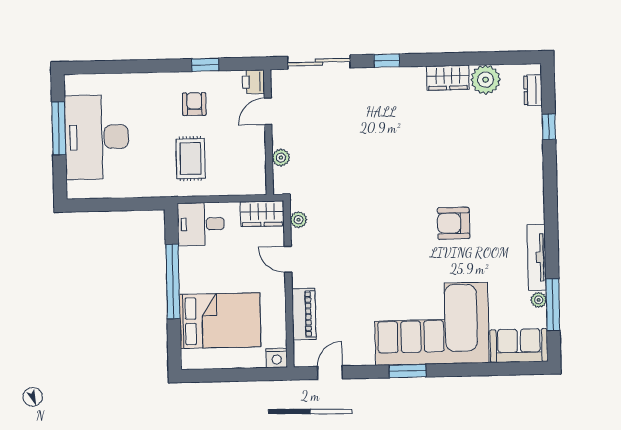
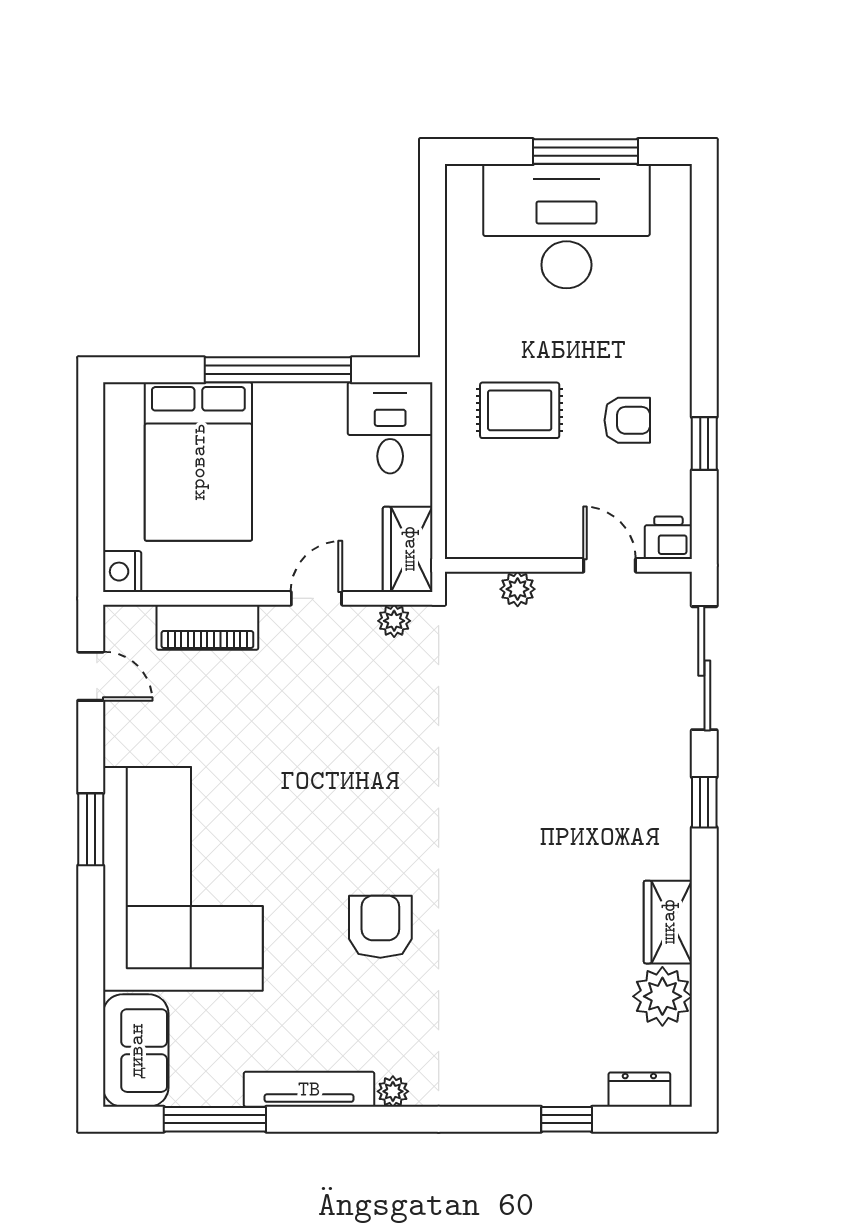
plant: (539, 300) -> (393, 1091), moved

